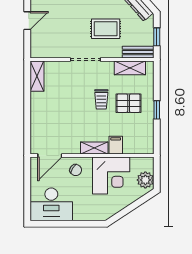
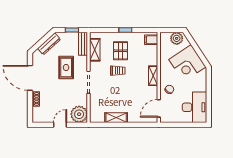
door: (27, 21) -> (60, 125), hinge flipped
plant: (42, 47) -> (79, 114), added
shelving: (37, 76) -> (116, 118), moved
filing cabinet: (116, 145) -> (151, 40), moved
door: (50, 155) -> (159, 108), swing flipped
corner desk: (111, 175) -> (187, 63), moved, turned 147

